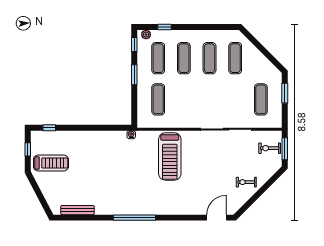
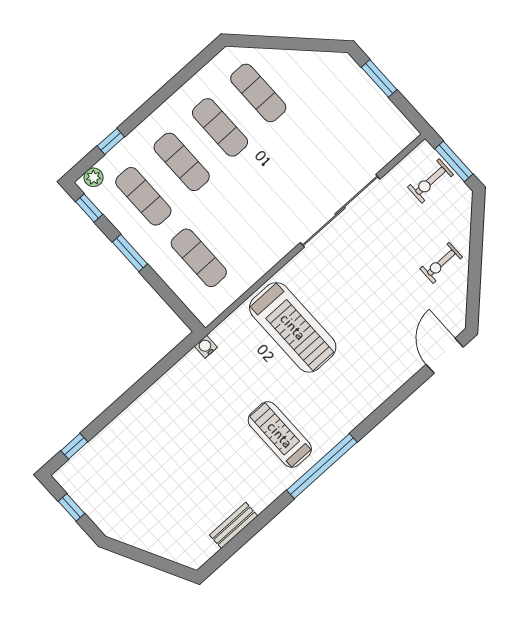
exercise mat: (261, 99) -> (352, 120), removed
treadmill: (51, 163) -> (280, 435), moved, turned -90
bench: (77, 210) -> (234, 525), width x0.73

